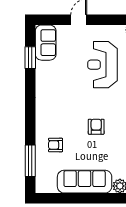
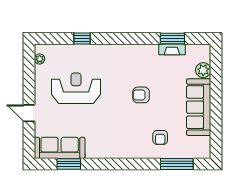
sofa: (46, 43) -> (60, 148), width x1.36
reception desk: (103, 65) -> (76, 88), turned 180

